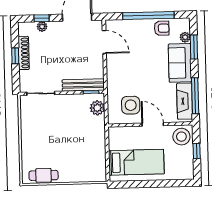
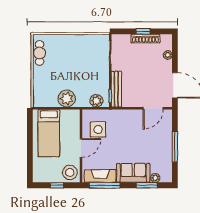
window: (148, 15) -> (175, 147), width x0.68
window: (42, 18) -> (175, 55), removed
armchair: (162, 28) -> (164, 158), removed
plant: (96, 142) -> (67, 99), added

